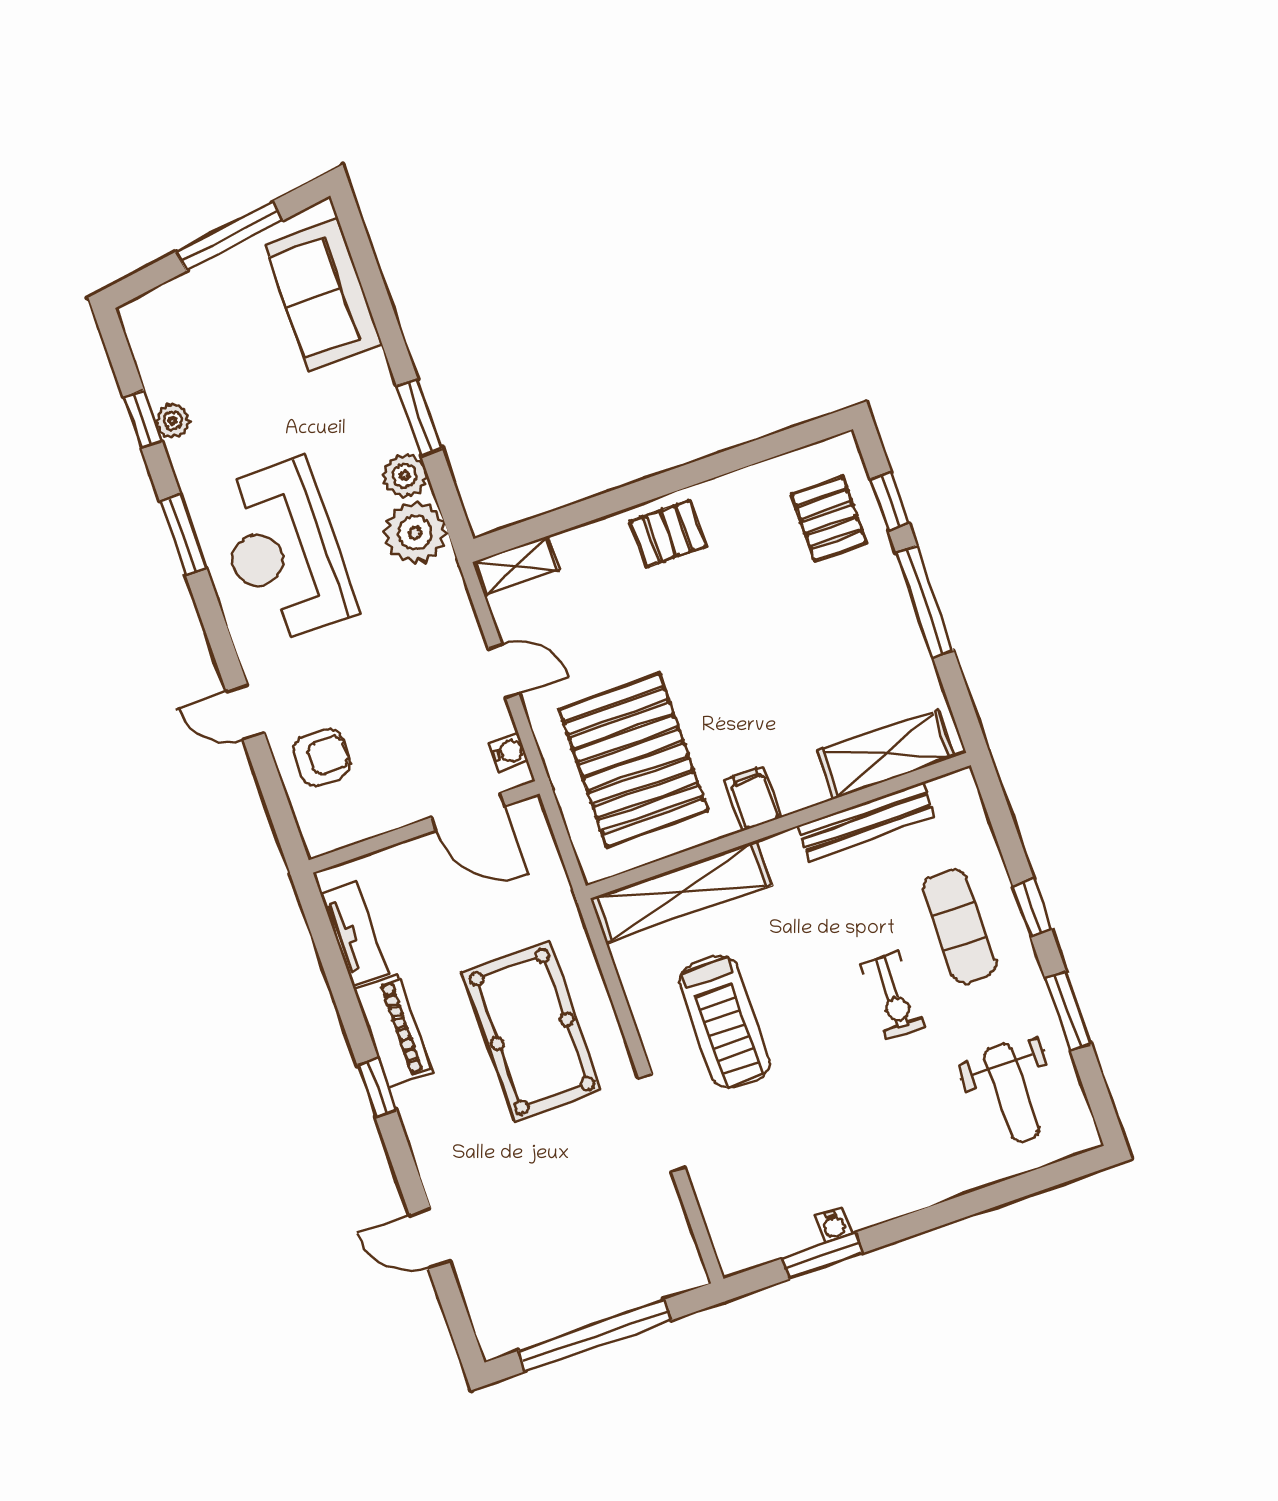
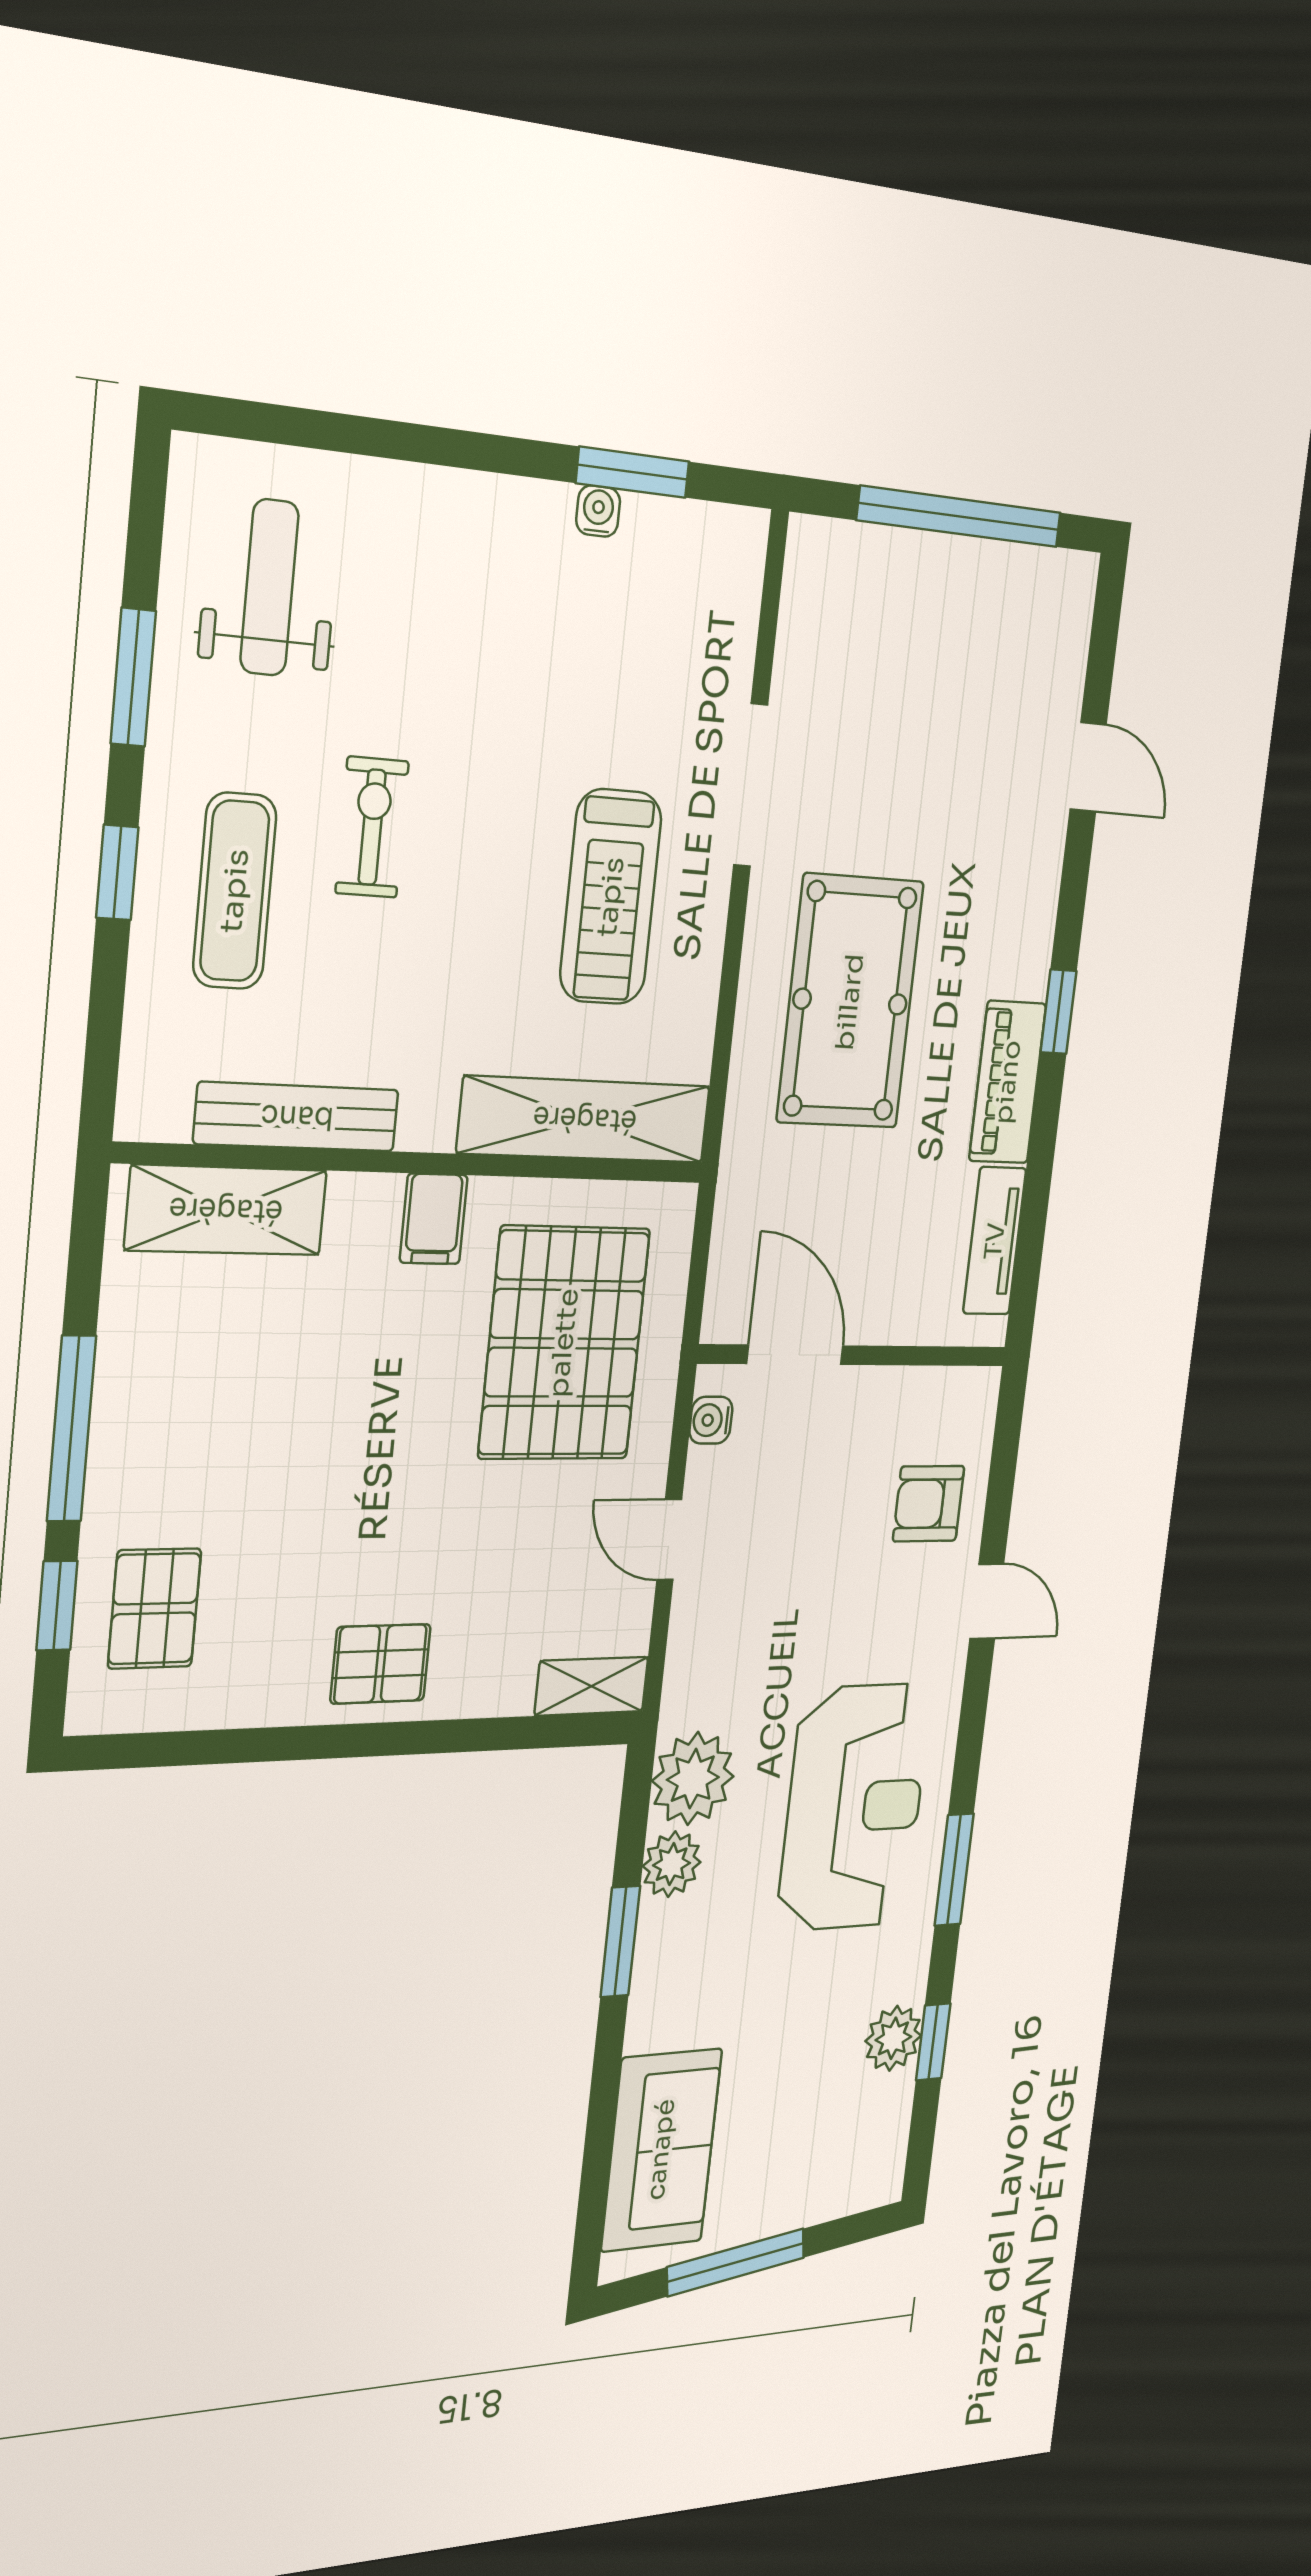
plant: (173, 421) -> (893, 2038), width x1.38, depth x1.38
treadmill: (724, 1022) -> (611, 897), turned 180

